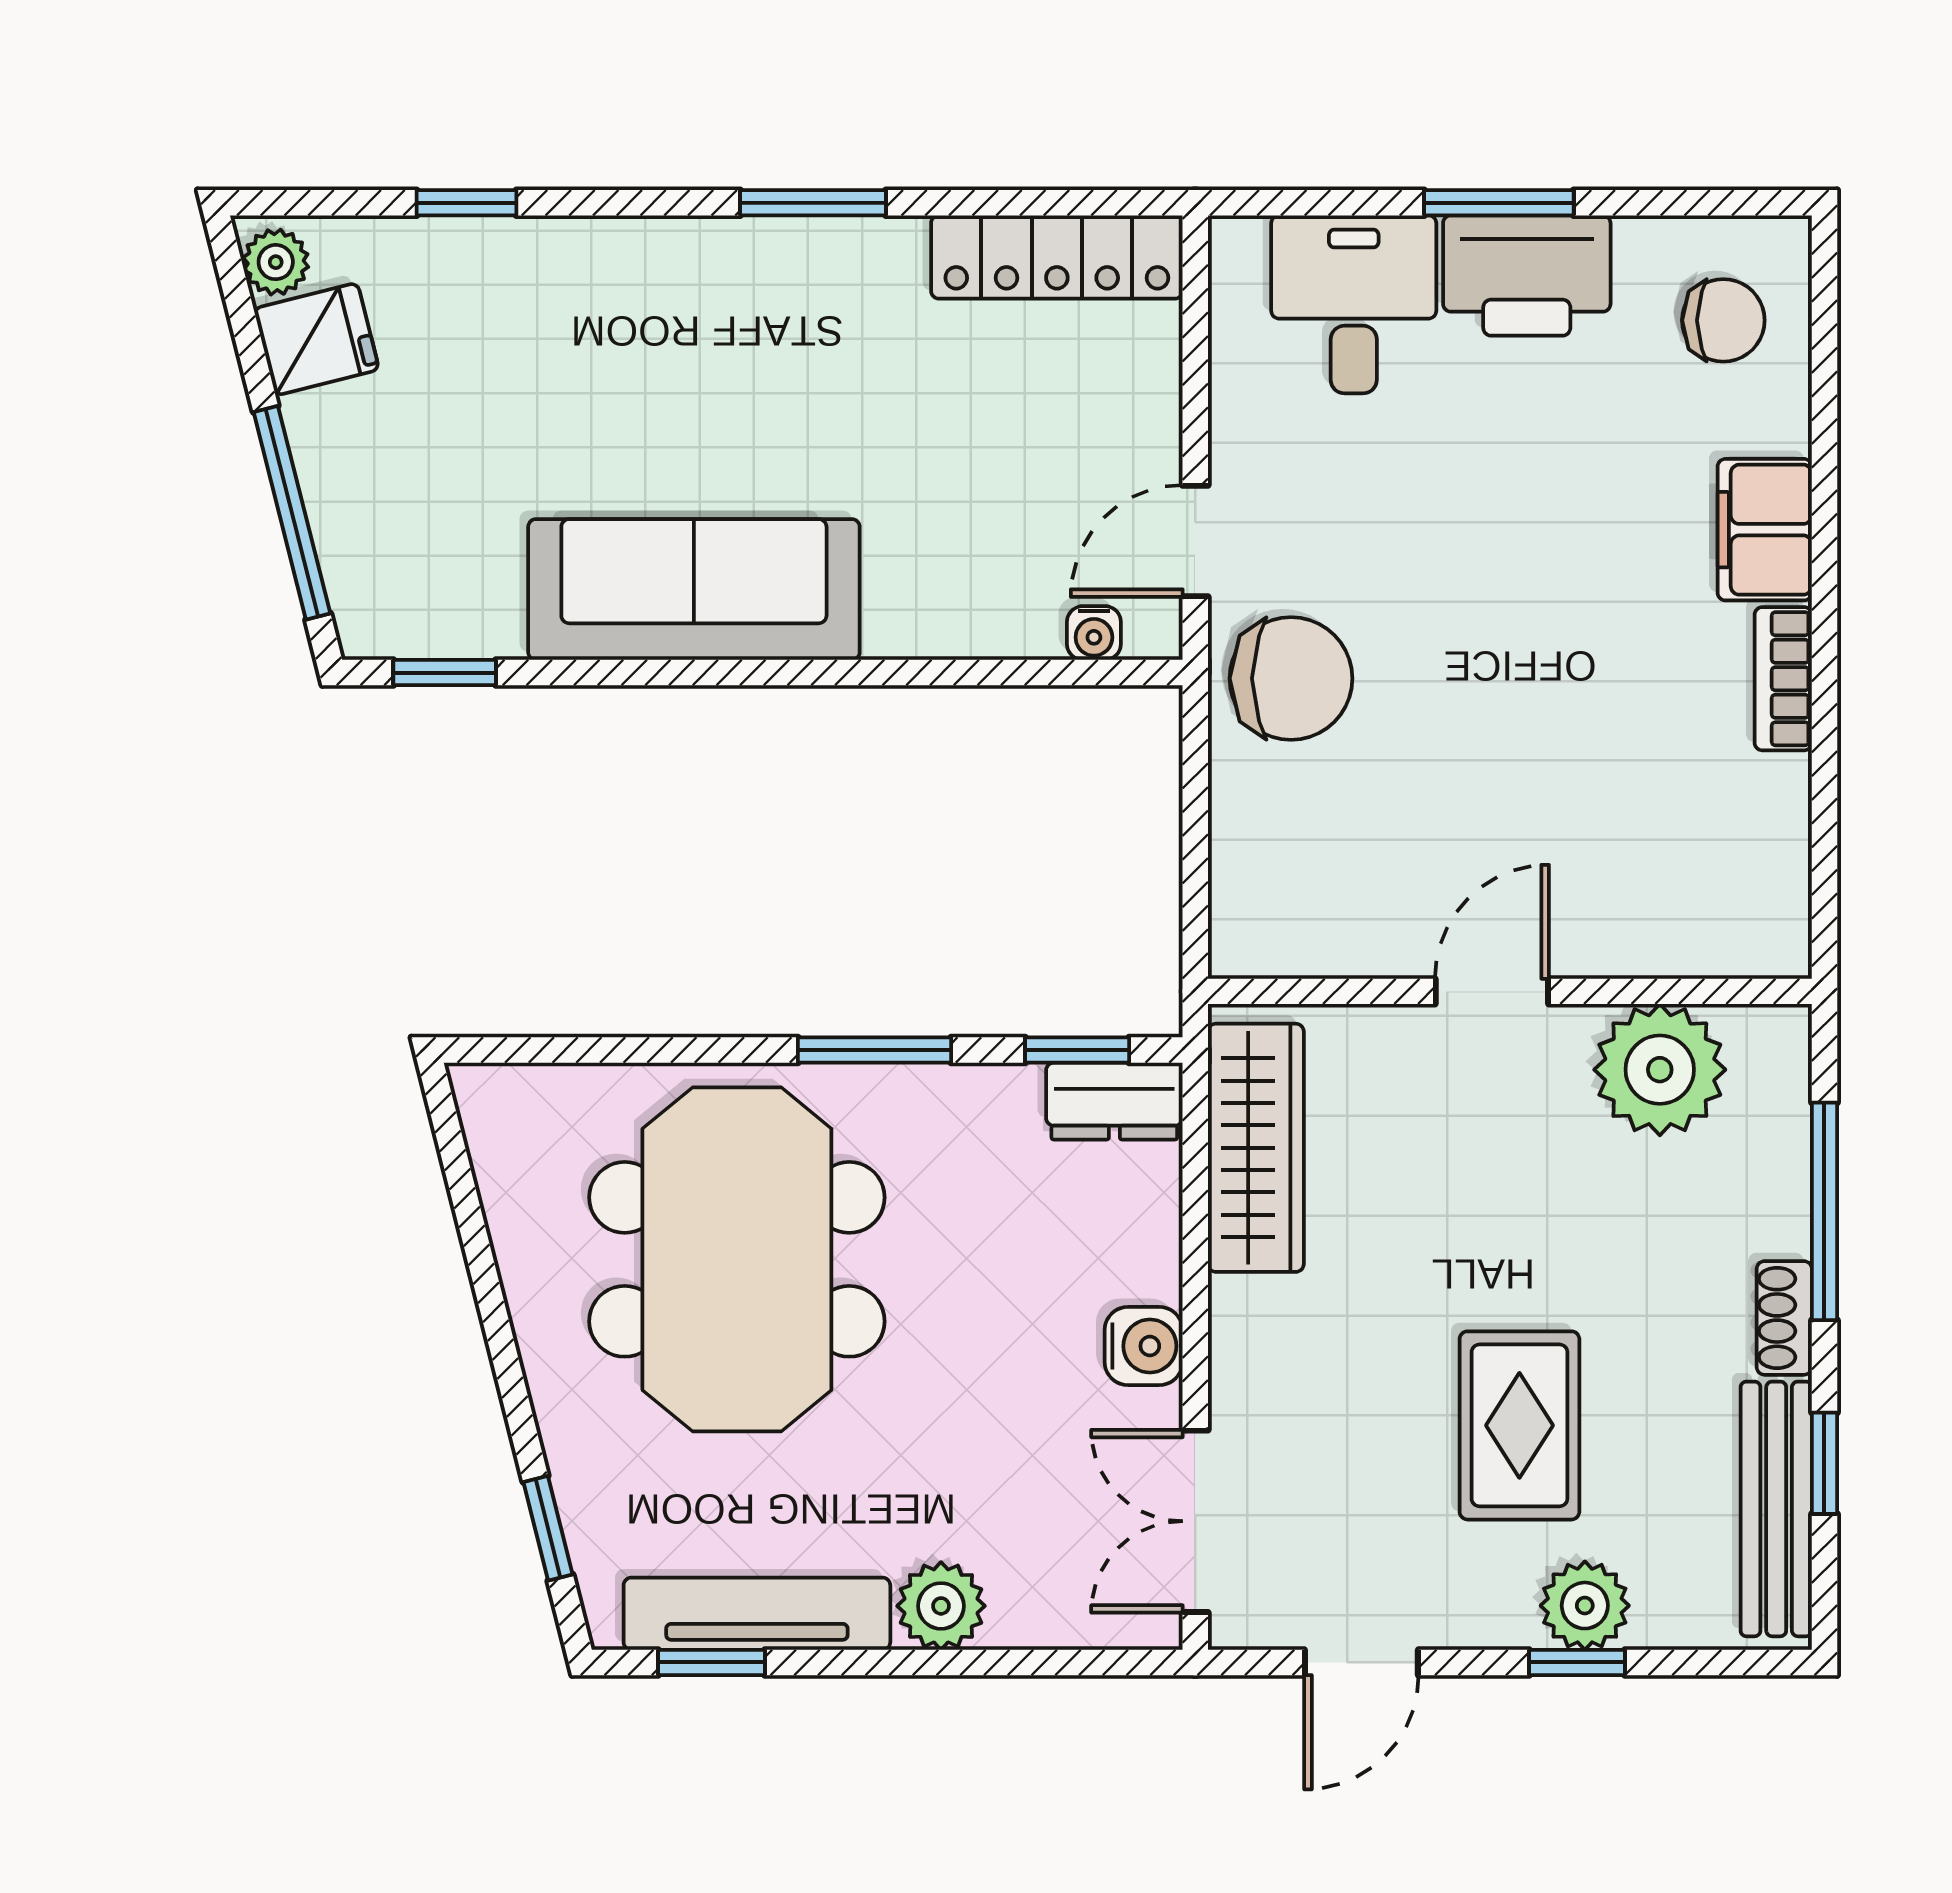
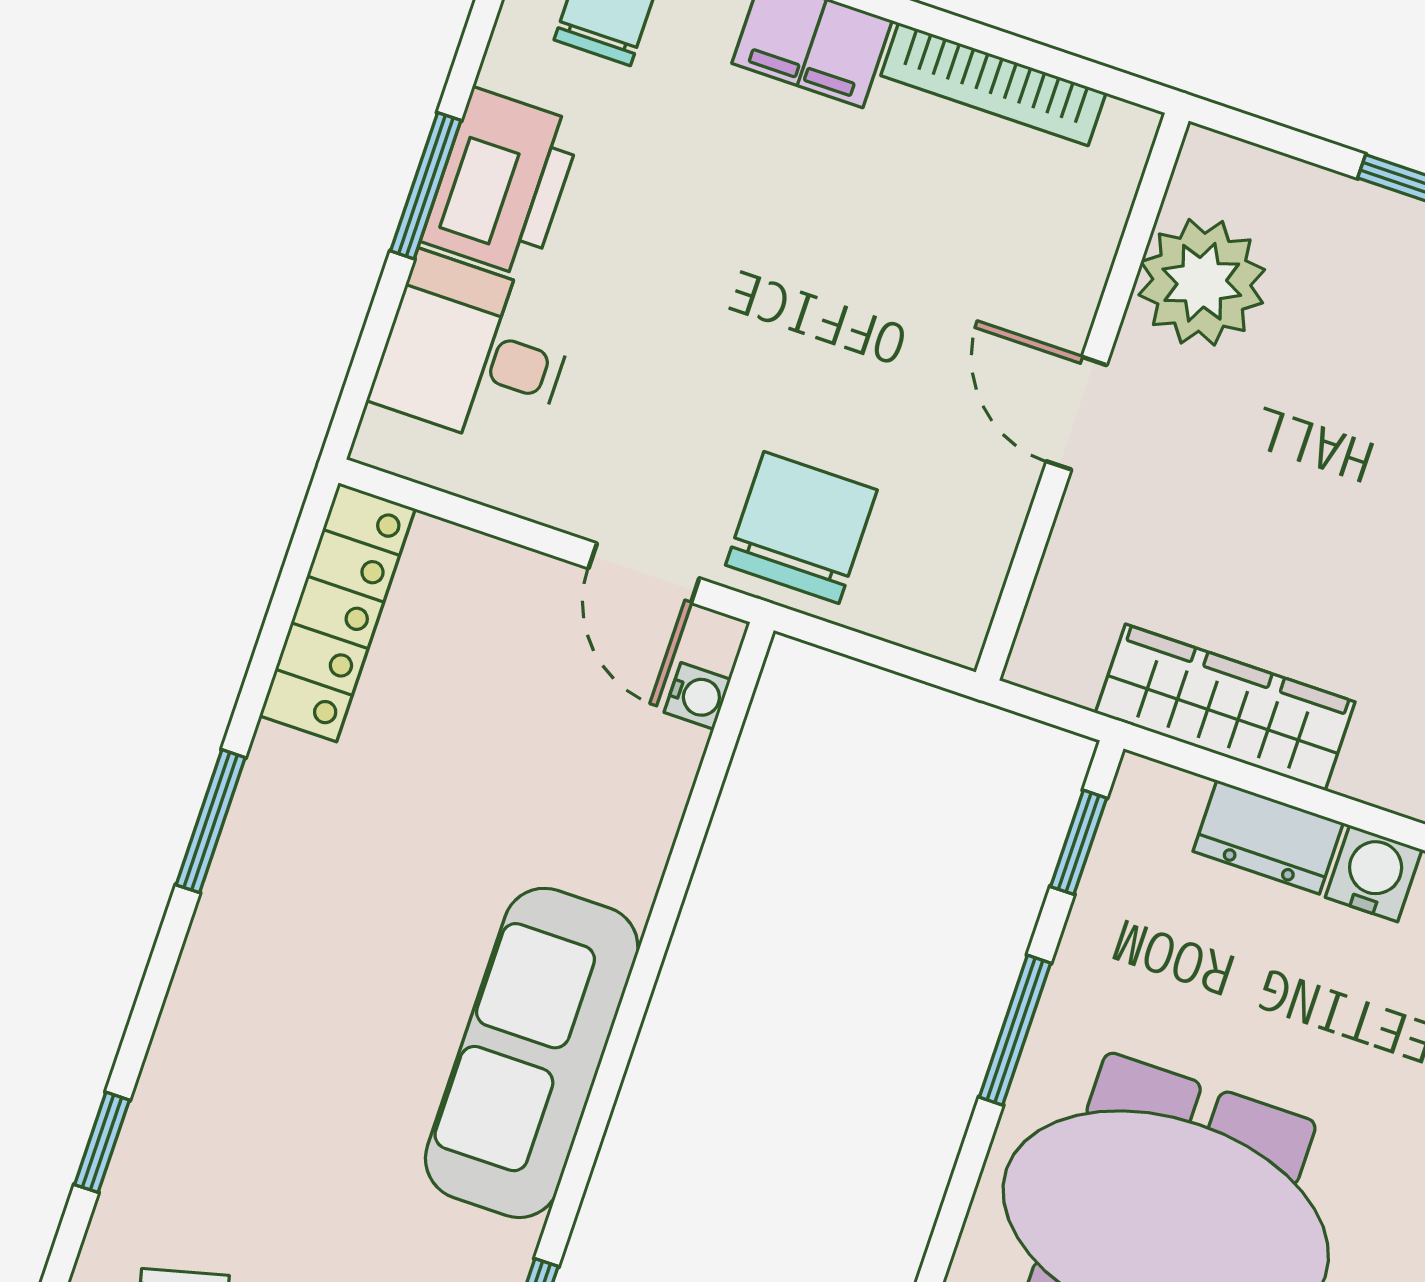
bookcase: (1783, 679) -> (993, 84), width x1.56
door: (1492, 991) -> (1077, 413), moved
wall: (1510, 991) -> (1082, 397), moved
plant: (1660, 1070) -> (1202, 282), moved
dresser: (1114, 1101) -> (1268, 837), moved, turned 90

